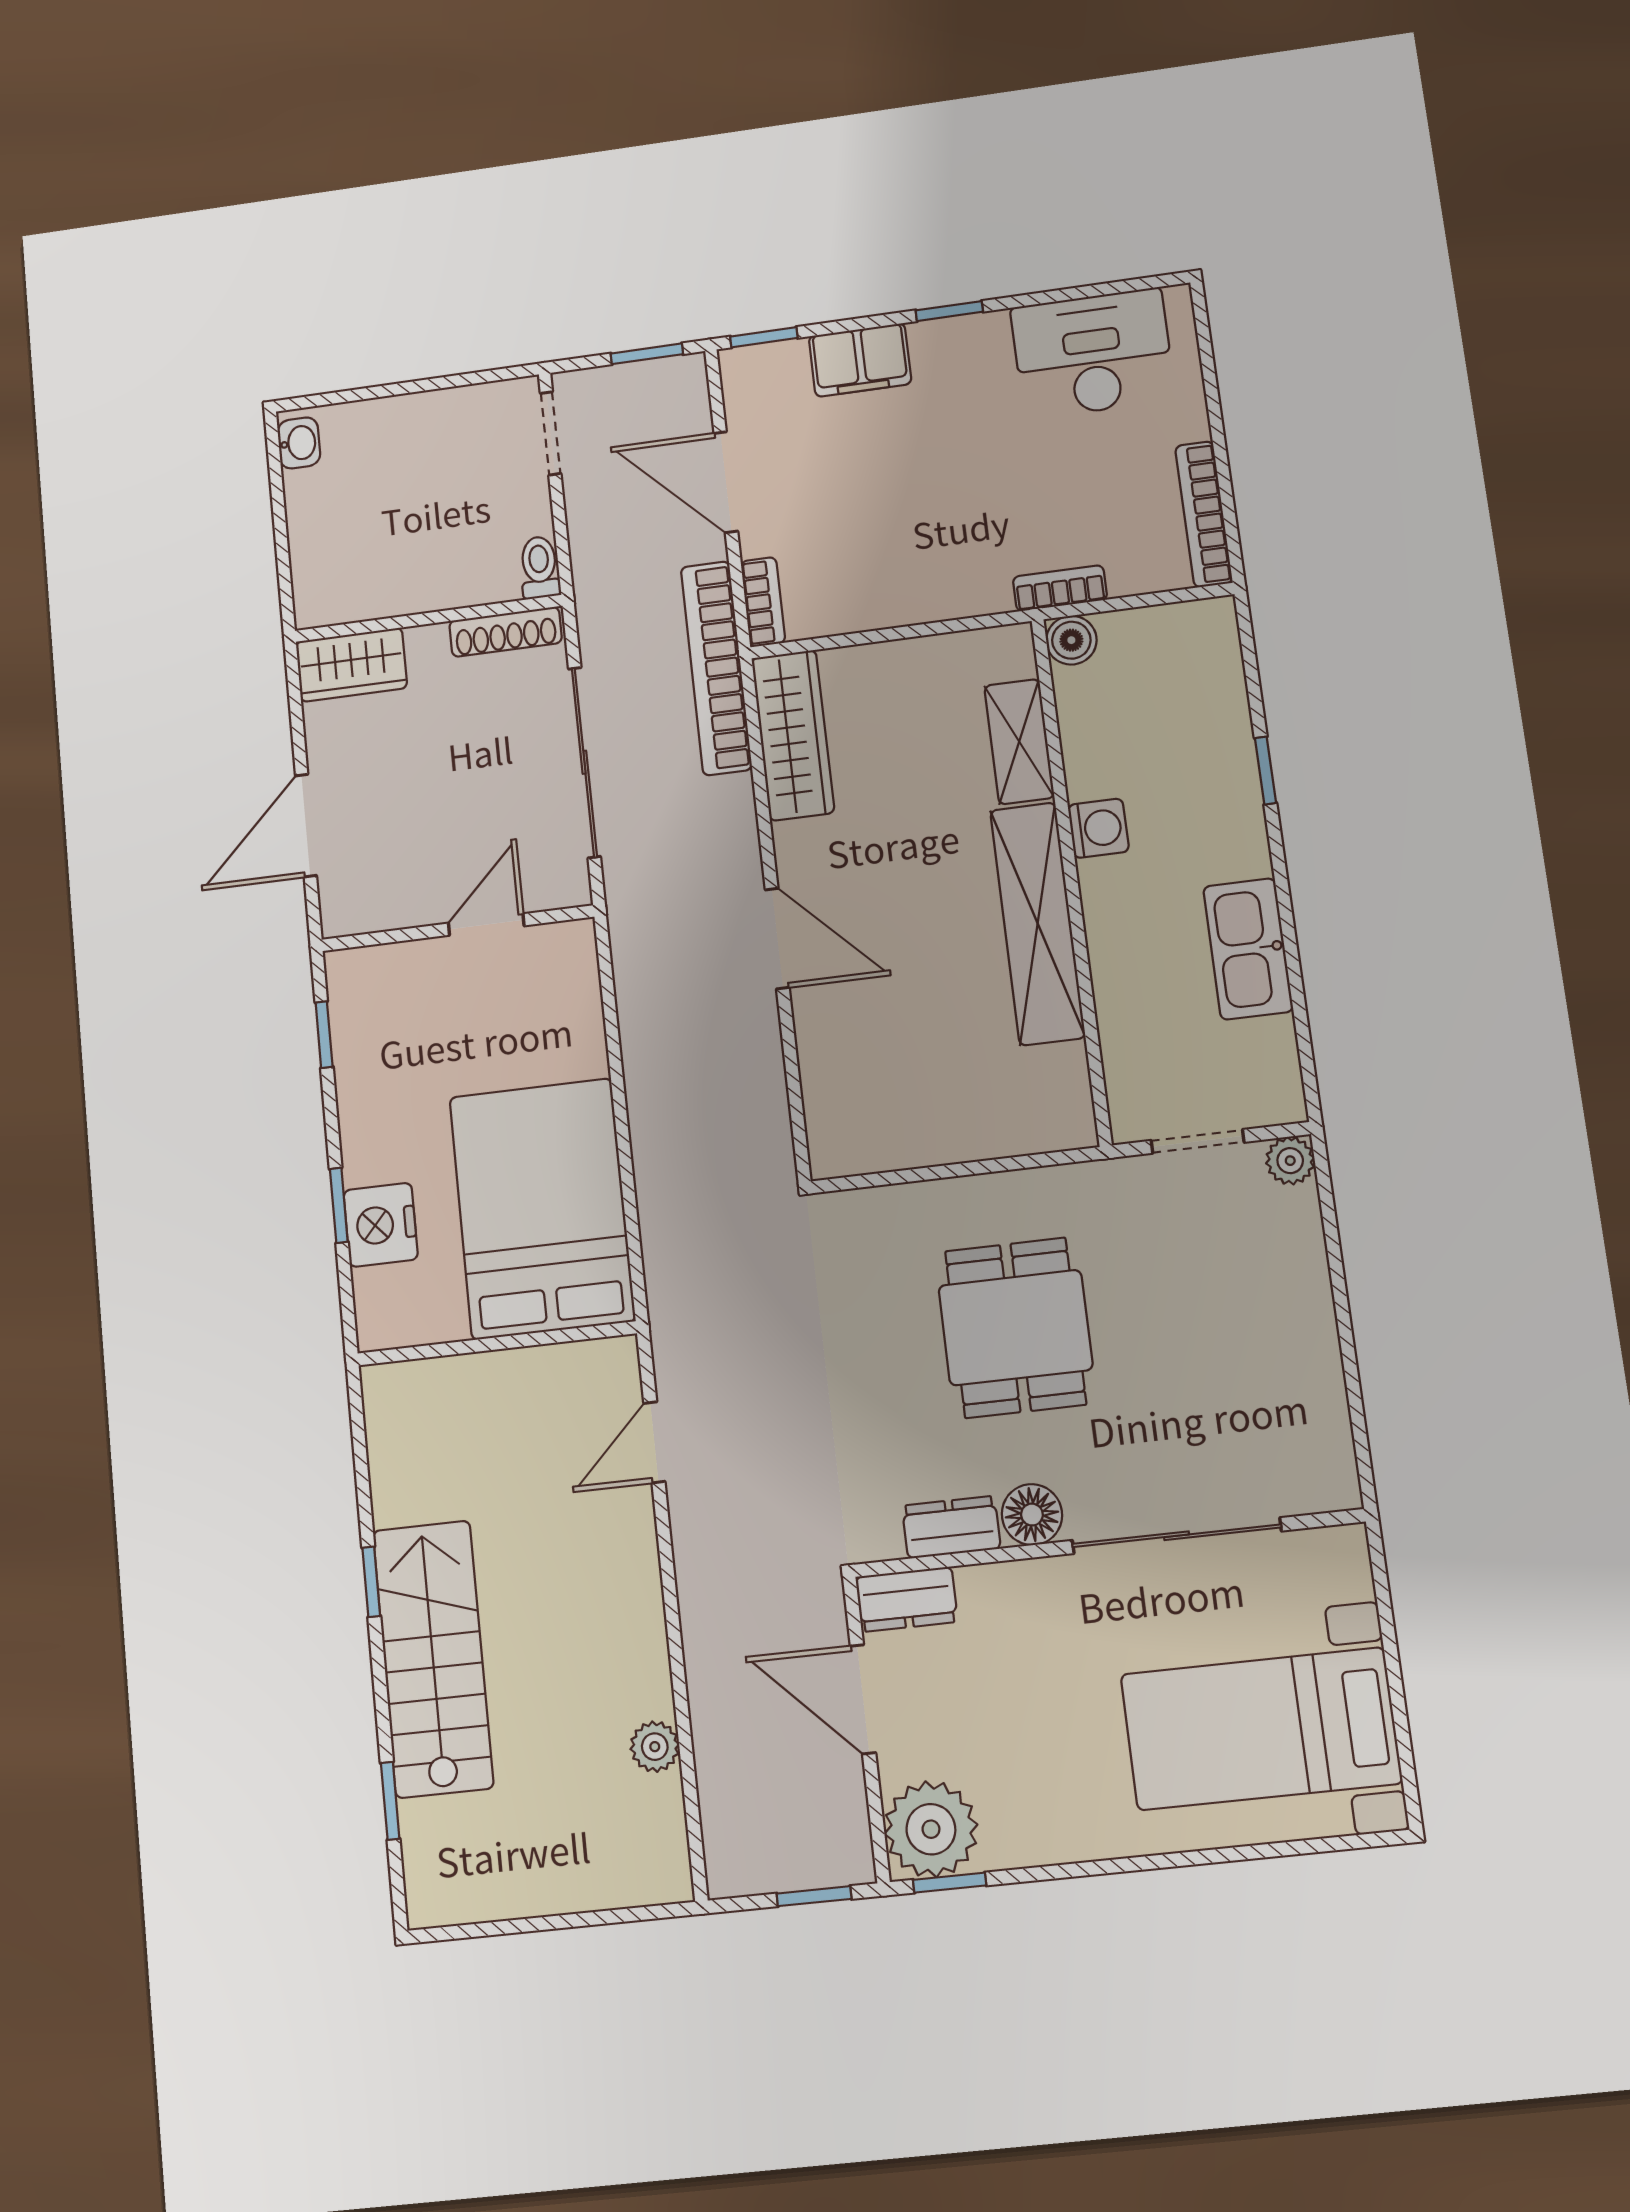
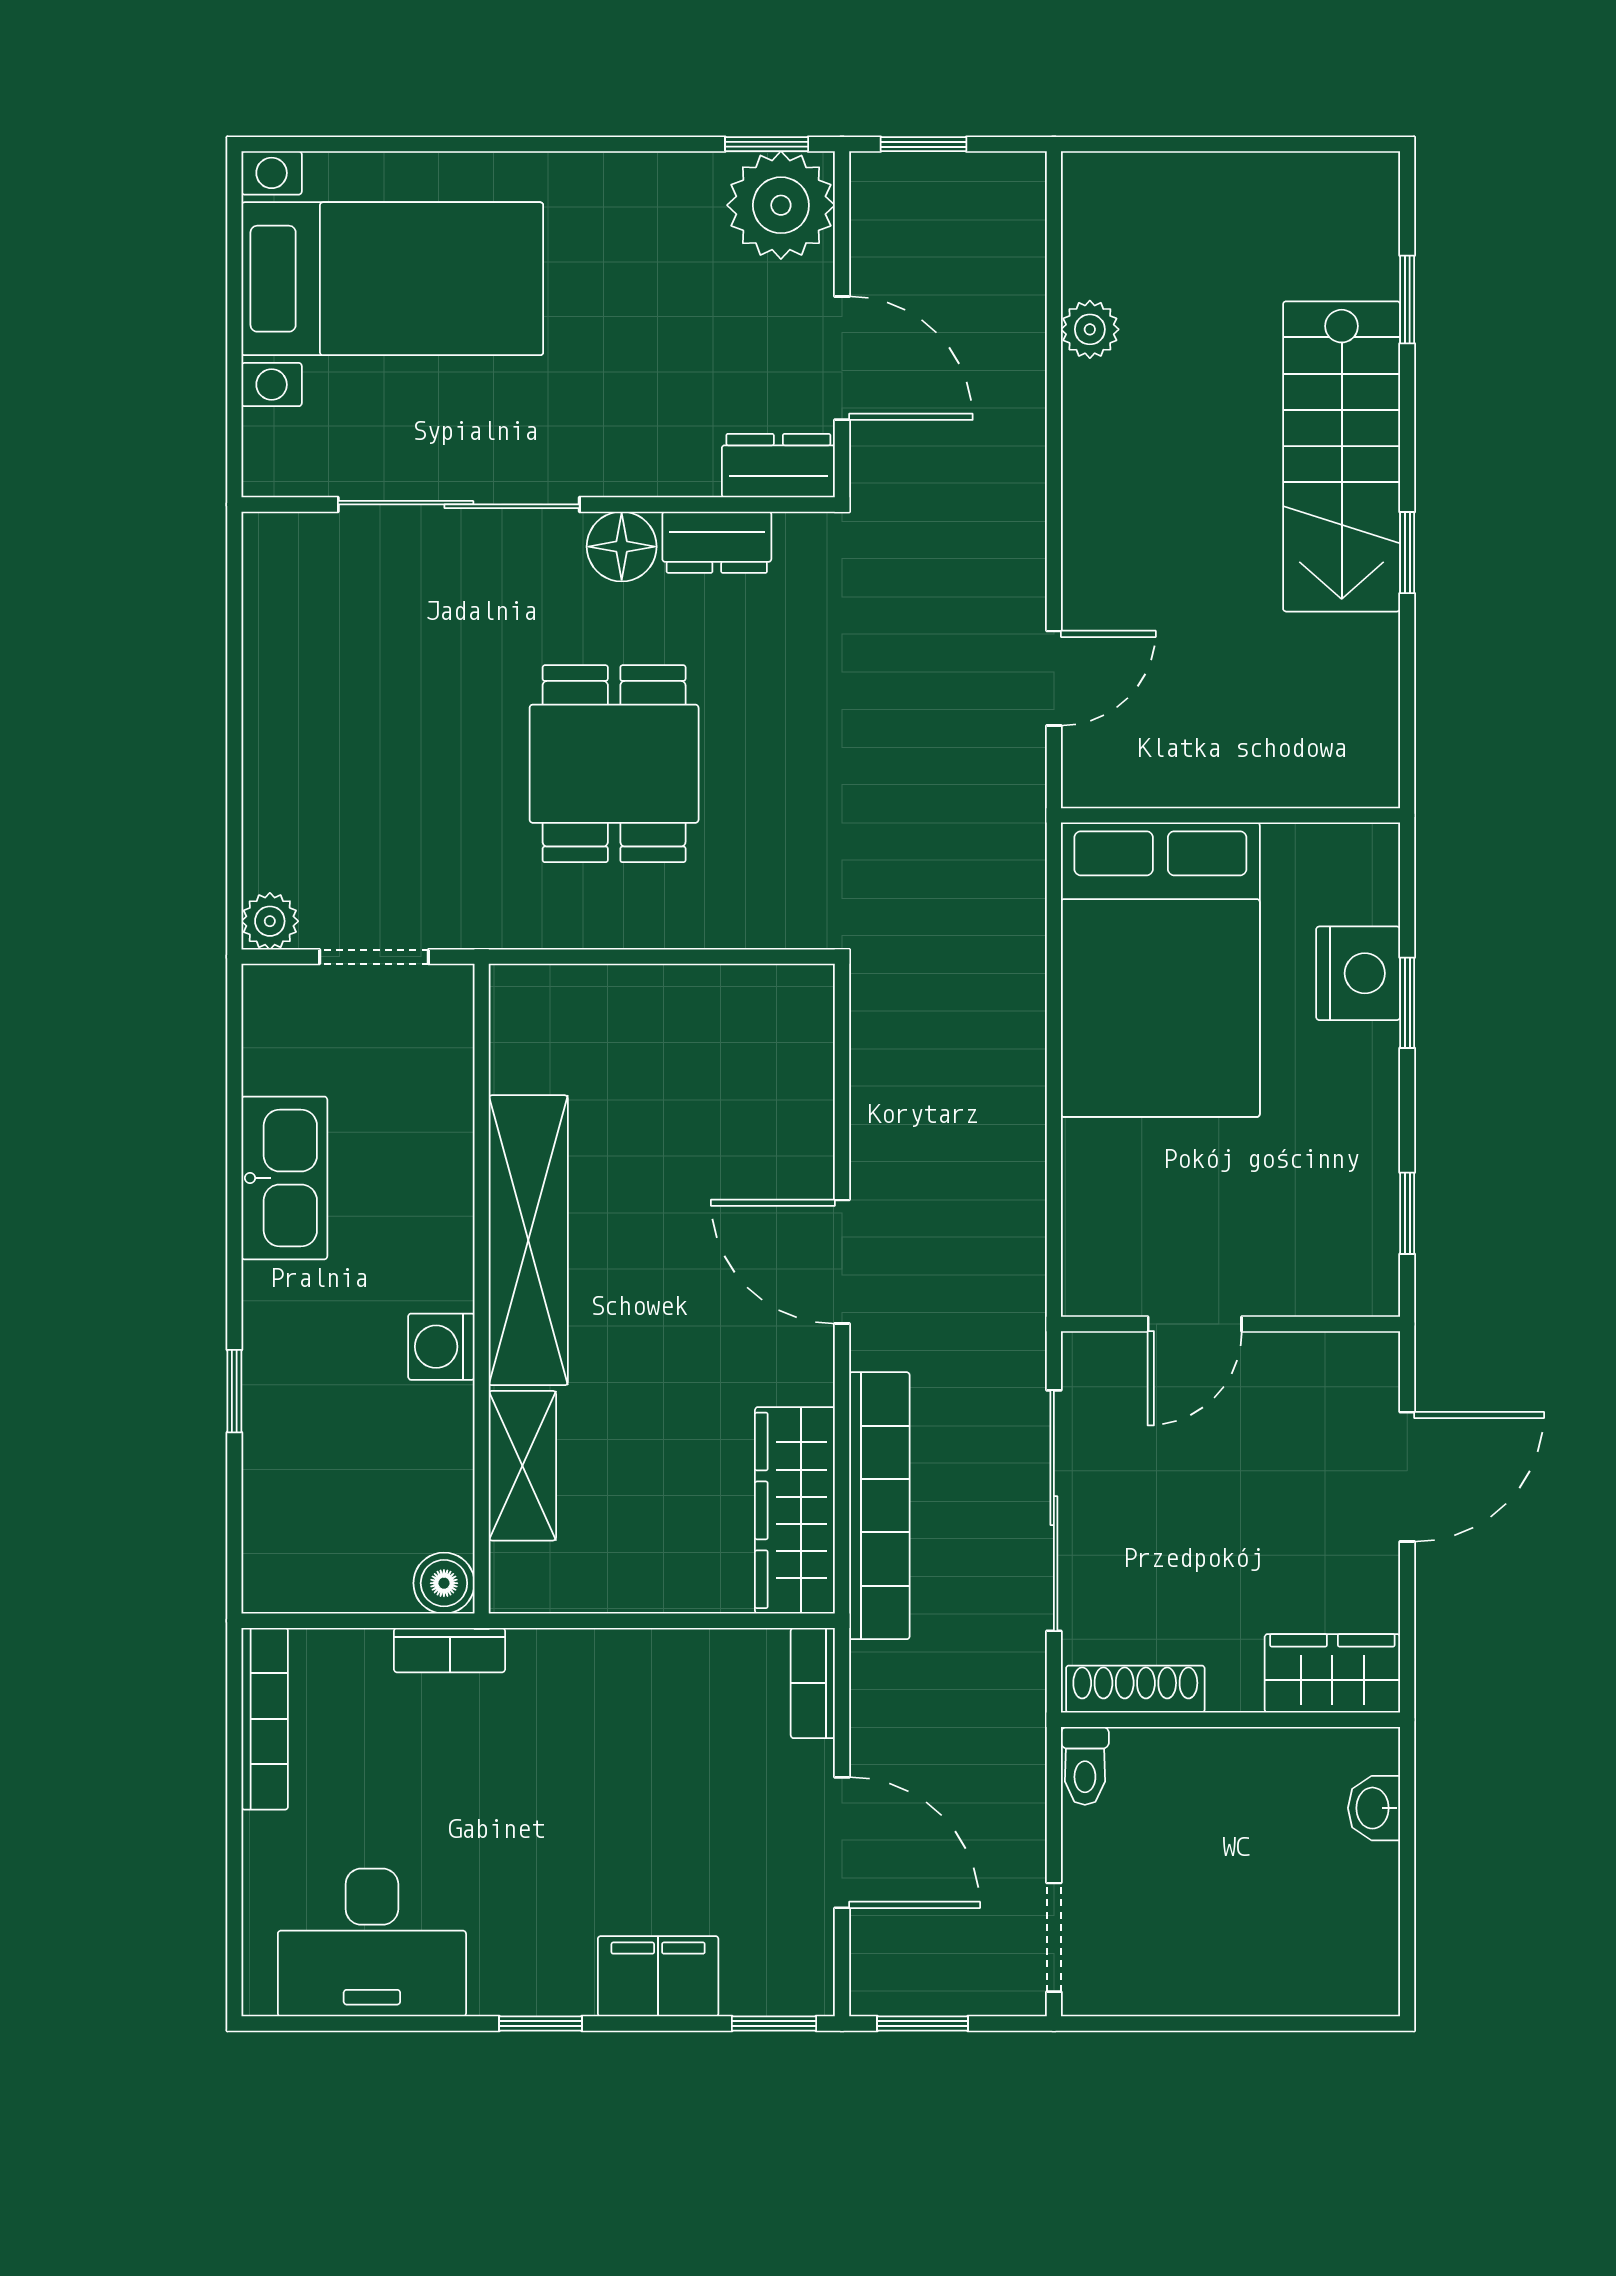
washbasin: (299, 443) -> (1374, 1808), moved
bookcase: (716, 668) -> (879, 1506), moved

